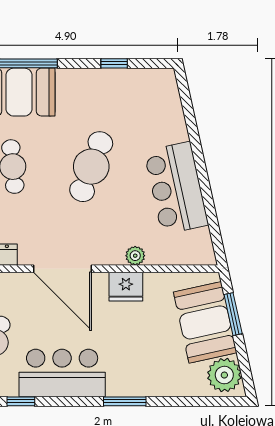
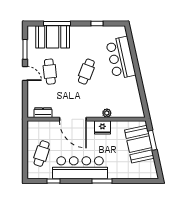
cafe table: (91, 167) -> (86, 72), width x0.73, depth x0.74
bar counter: (176, 188) -> (121, 58), moved
bar counter: (62, 373) -> (80, 168), width x1.36
plant: (224, 375) -> (148, 169), removed

